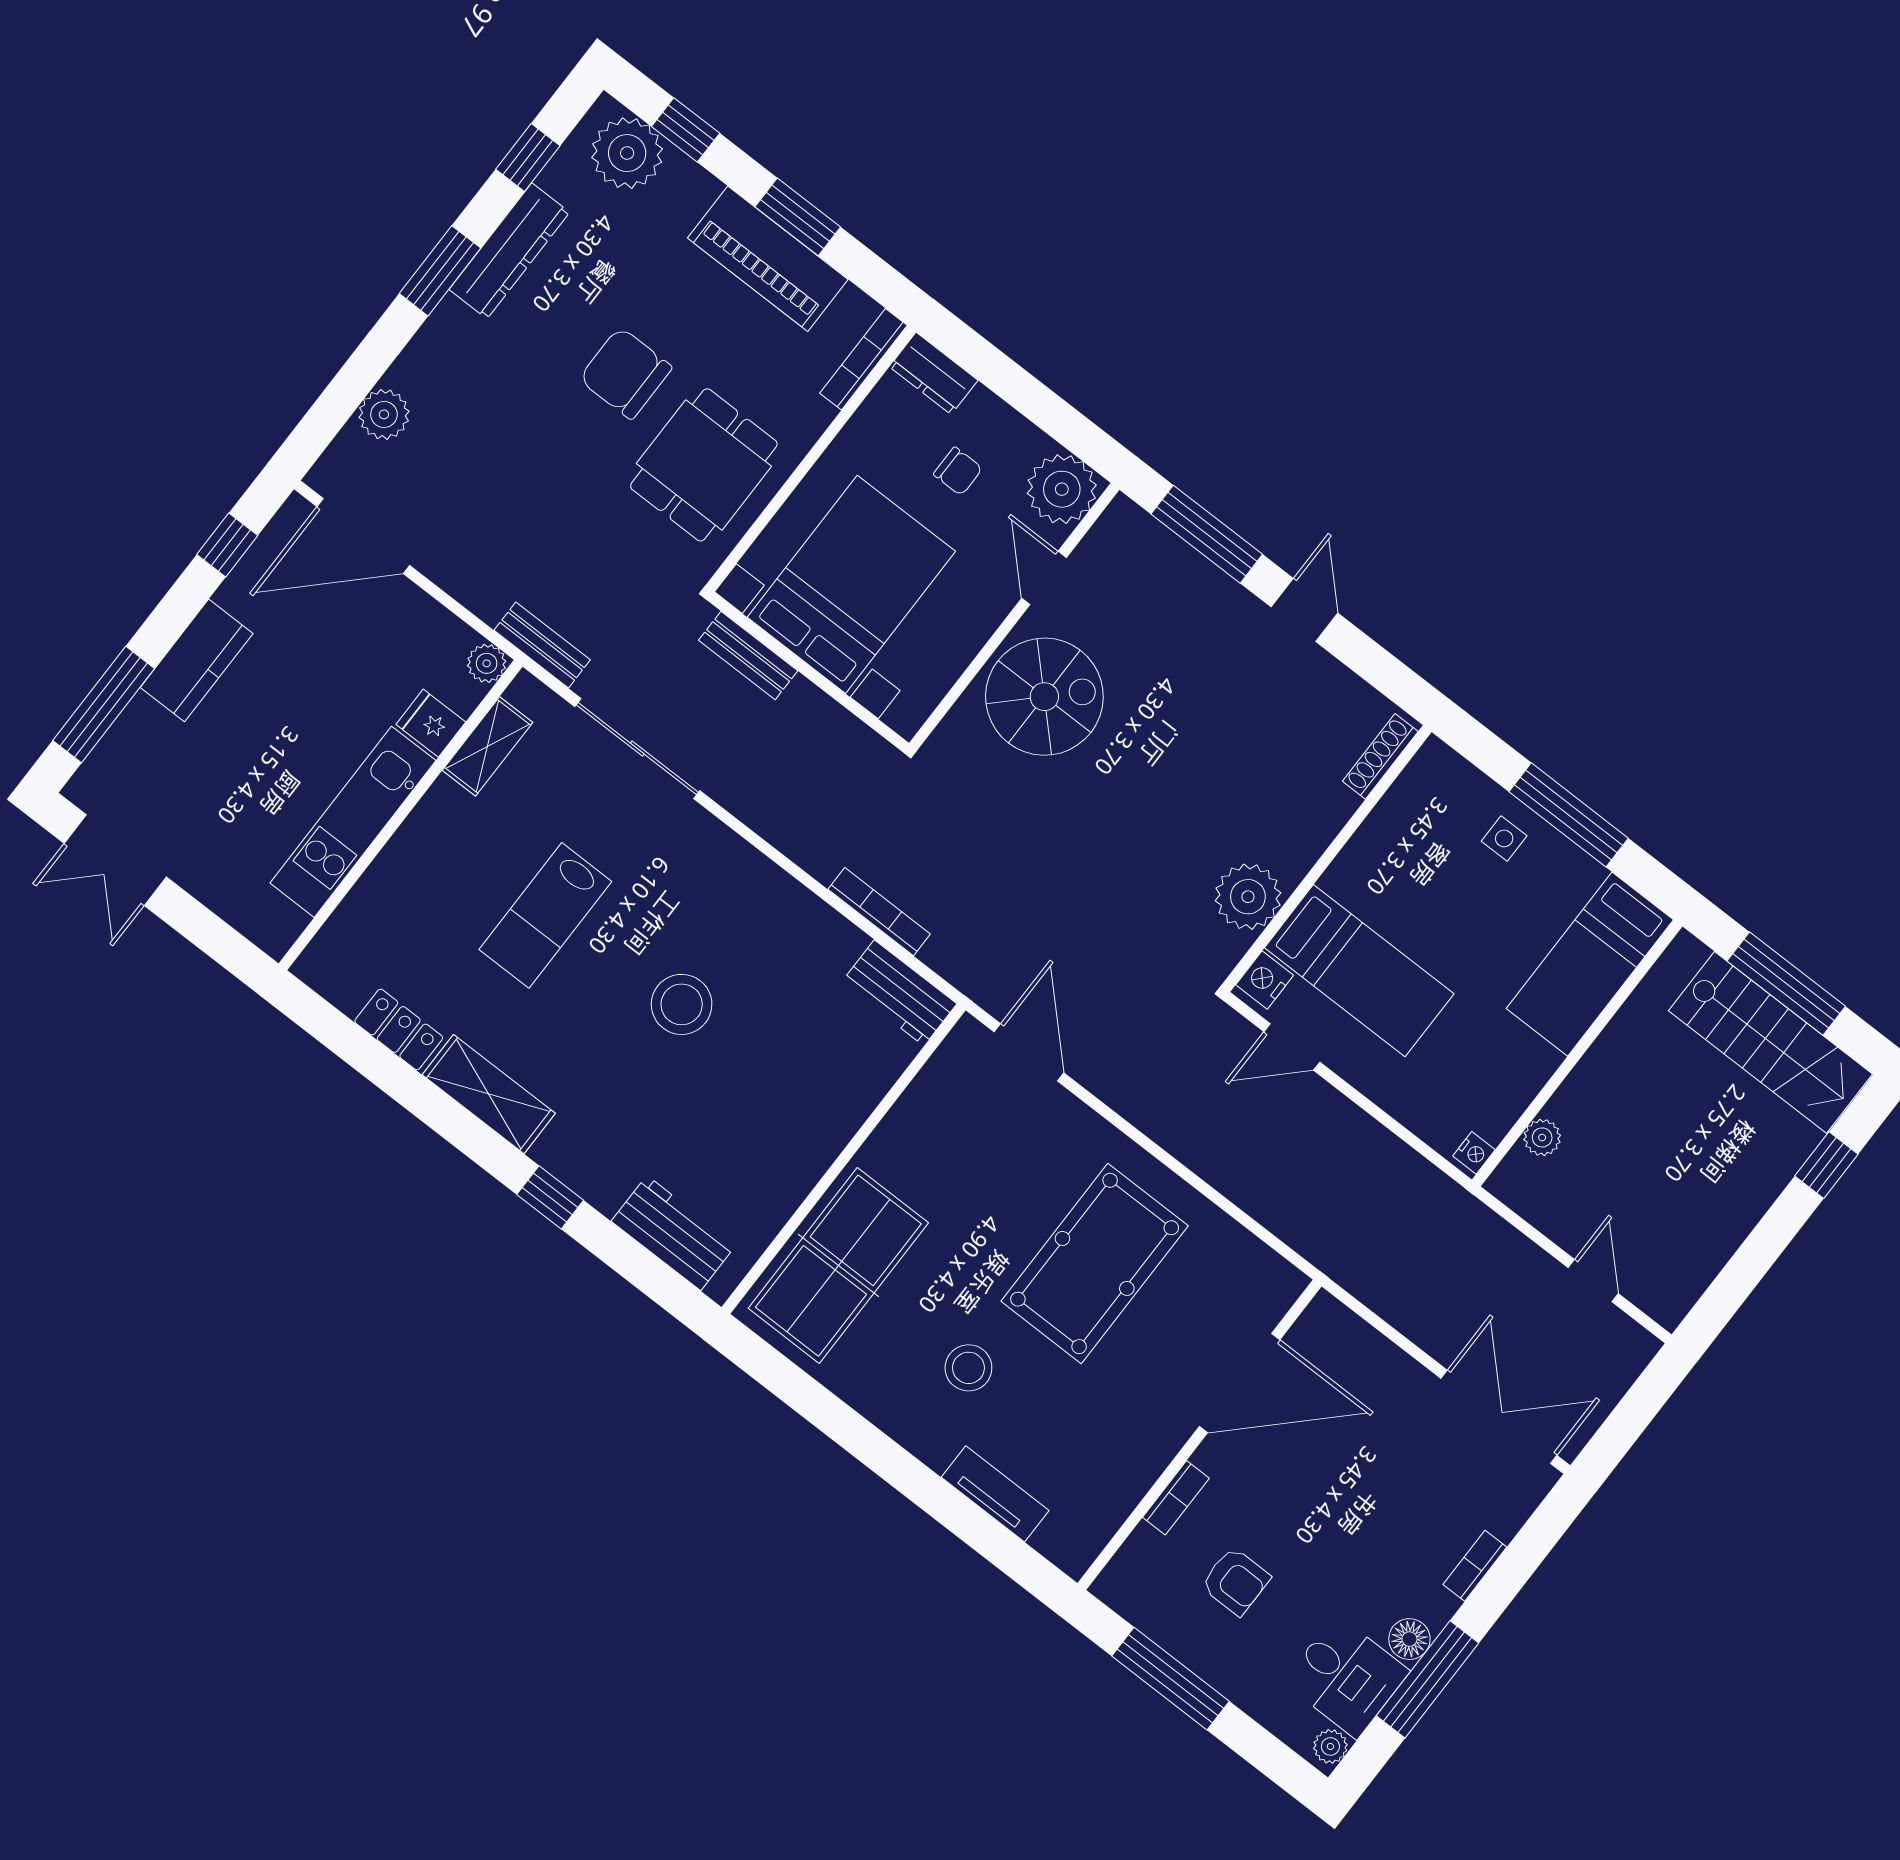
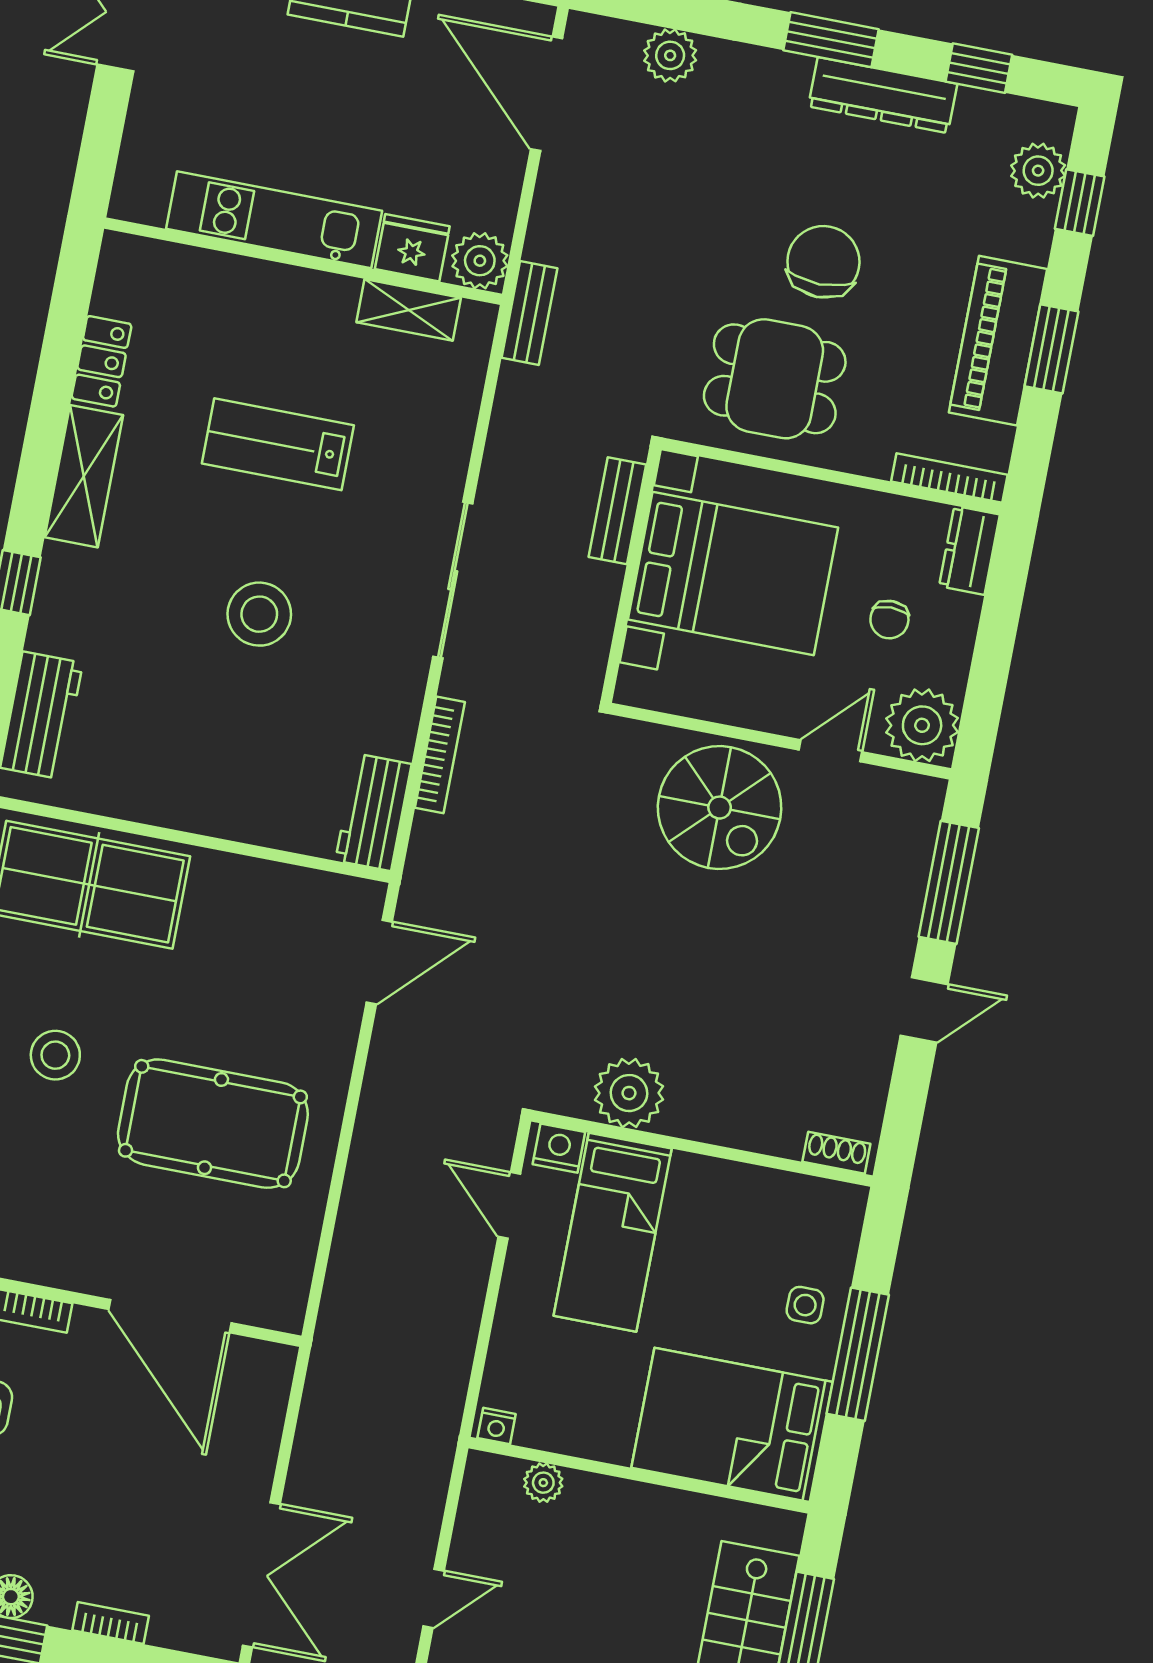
plant: (627, 153) -> (1038, 171), width x0.73, depth x0.73
plant: (487, 663) -> (480, 261), width x1.38, depth x1.38
fridge: (431, 723) -> (412, 248), width x1.38
sliding door: (637, 749) -> (453, 580), moved
shoe rack: (1380, 756) -> (836, 1153), width x0.70
bed: (1590, 964) -> (732, 1425), width x1.50

